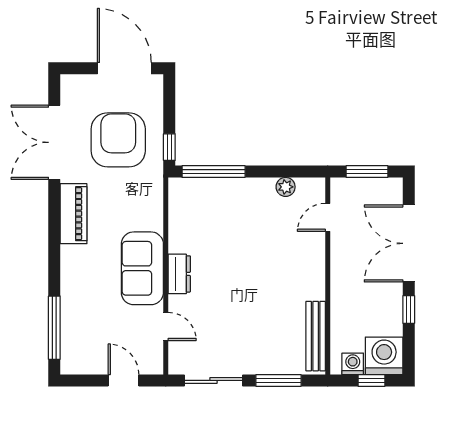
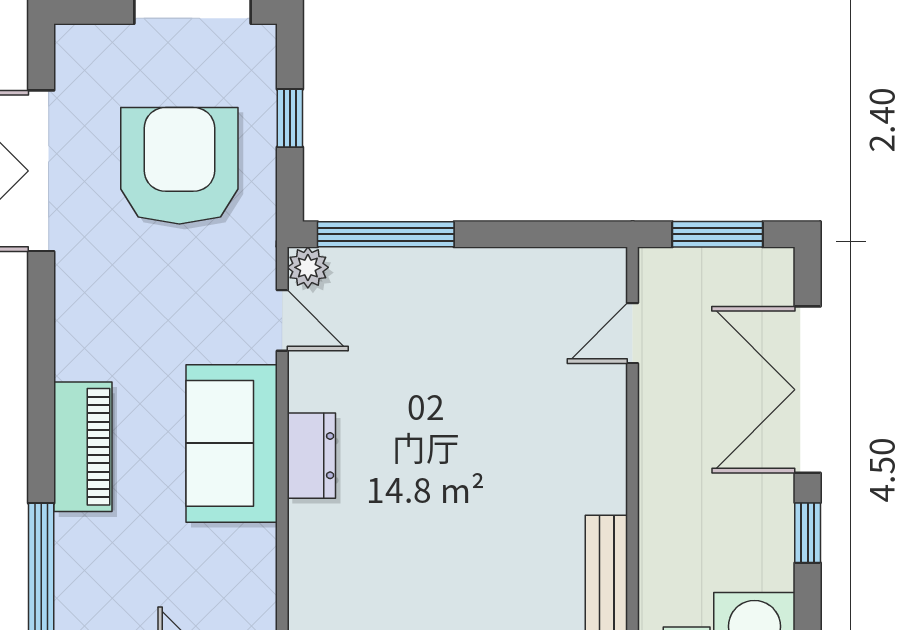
window: (169, 147) -> (290, 118), moved
plant: (286, 187) -> (308, 267), moved
piano: (74, 214) -> (83, 447), moved
door: (166, 326) -> (282, 320), moved

